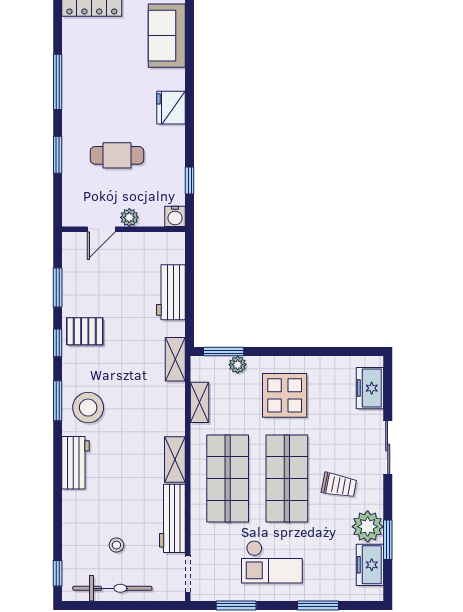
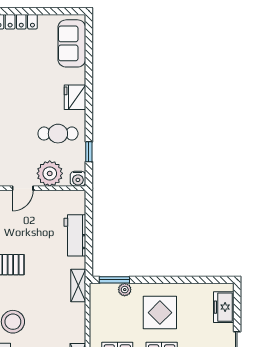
cafe table: (117, 155) -> (58, 134), moved
plant: (129, 217) -> (50, 173), width x1.87, depth x1.87
shelving: (200, 402) -> (96, 318), removed

